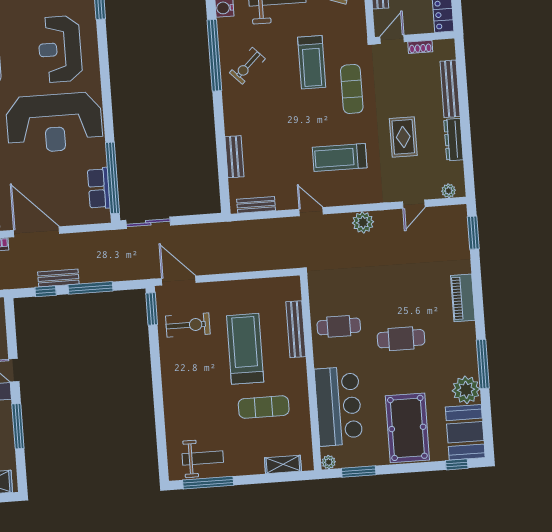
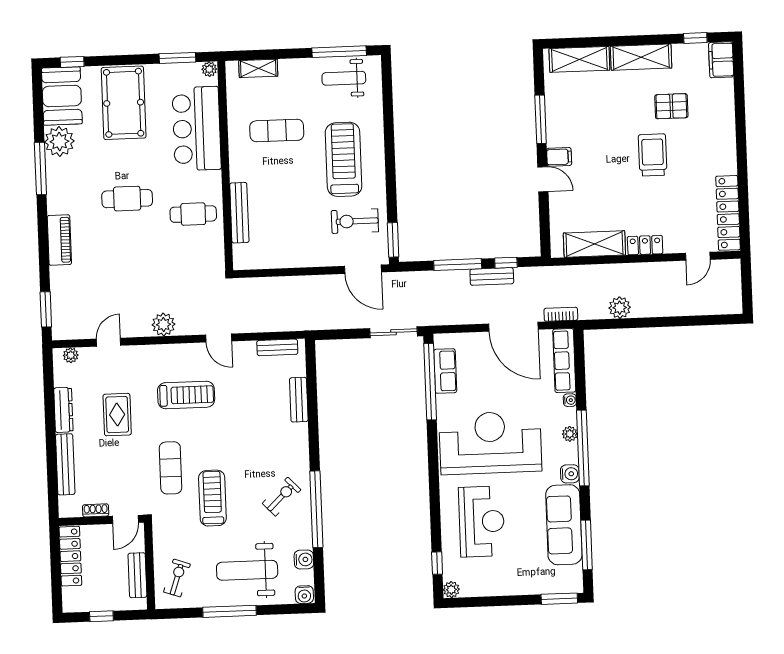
treadmill: (245, 349) -> (344, 159), moved, turned 180

